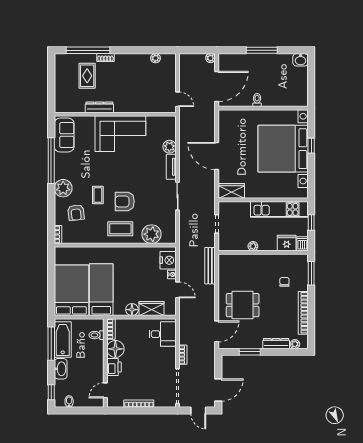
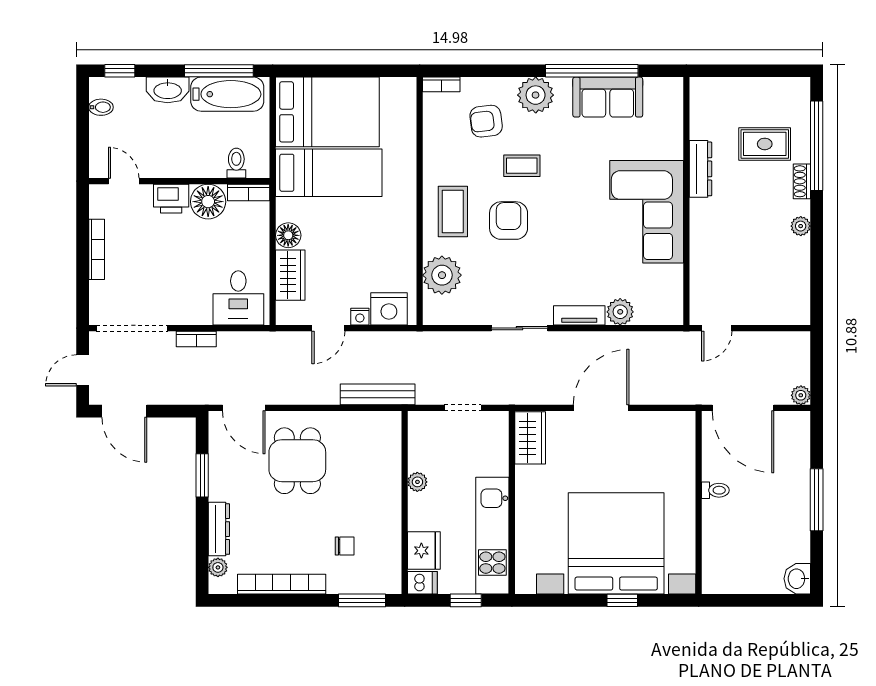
plant: (156, 58) -> (801, 226), moved
sofa: (64, 135) -> (608, 97), moved

